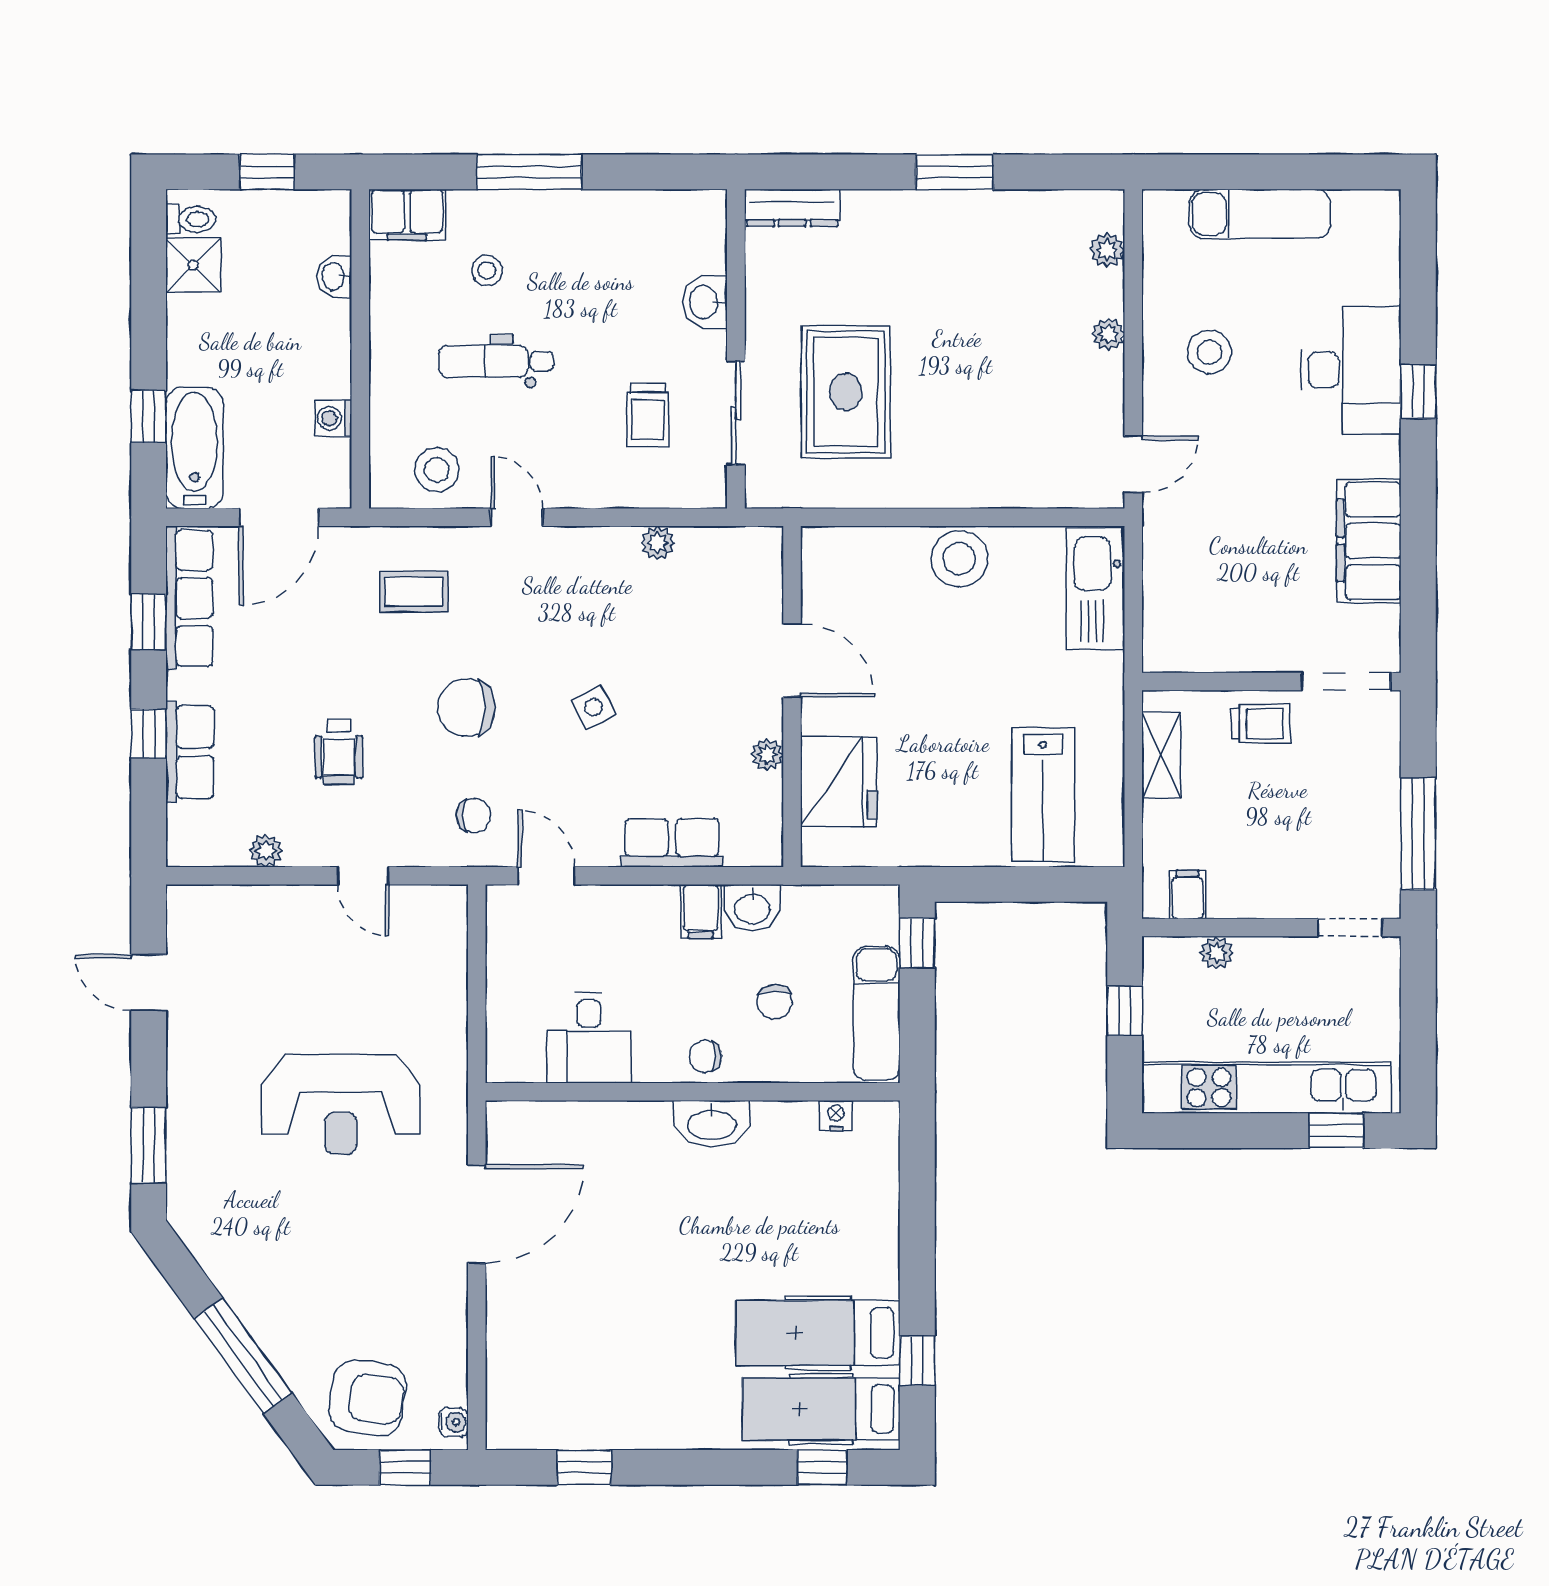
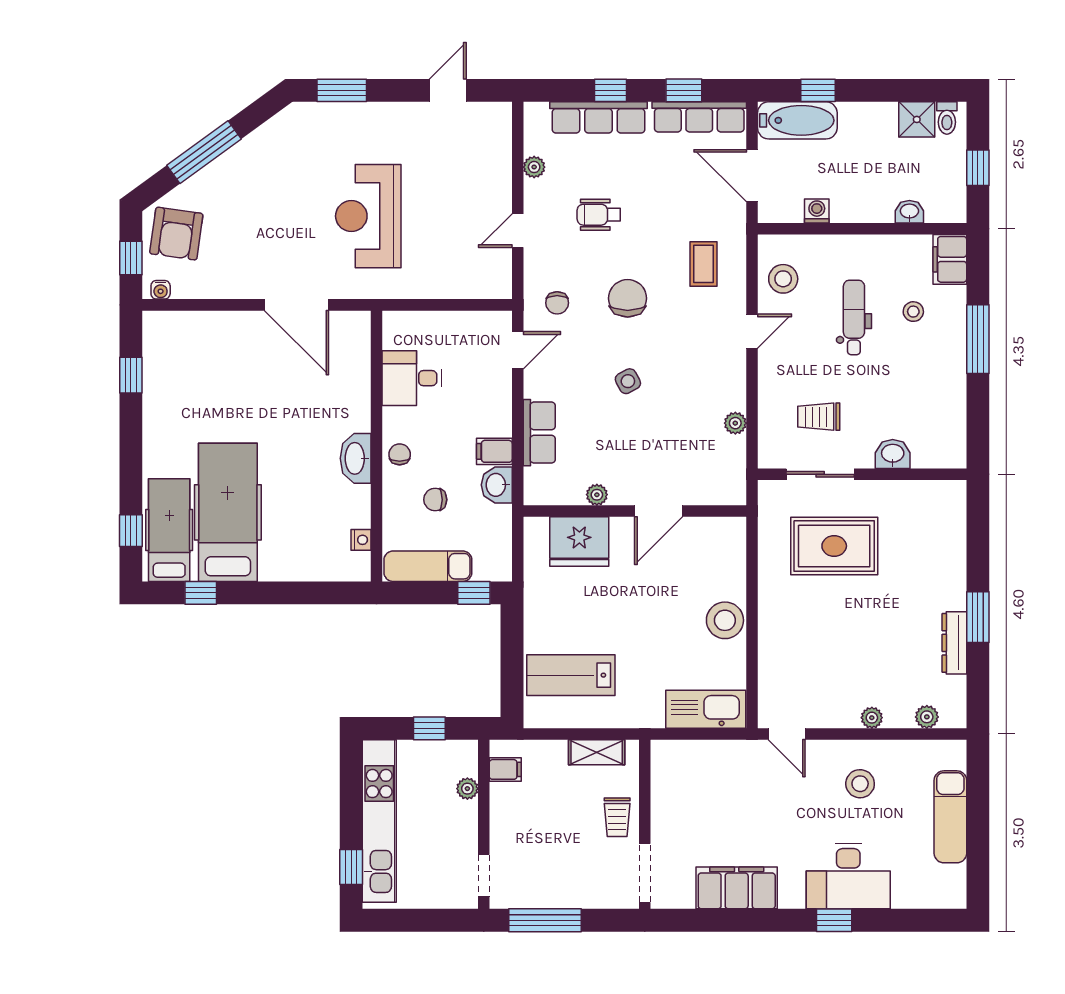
dresser: (792, 208) -> (954, 643), moved
row of seats: (190, 752) -> (598, 117), width x1.48
hospital bed: (818, 1333) -> (228, 512), width x1.37, depth x1.29

